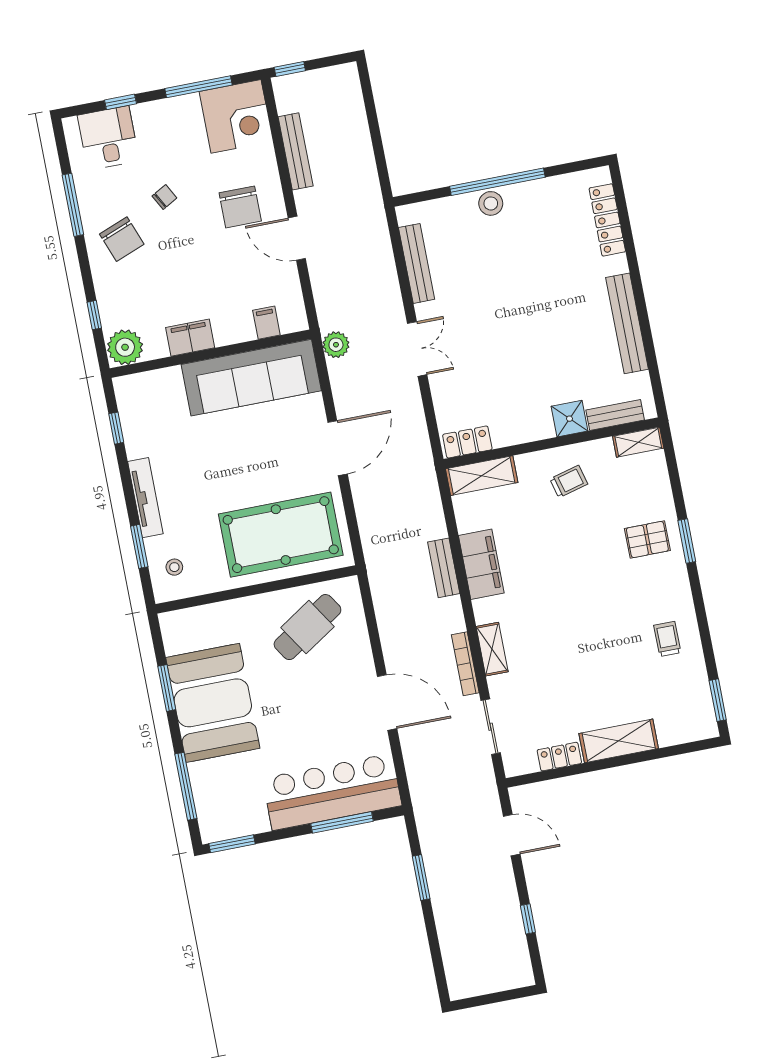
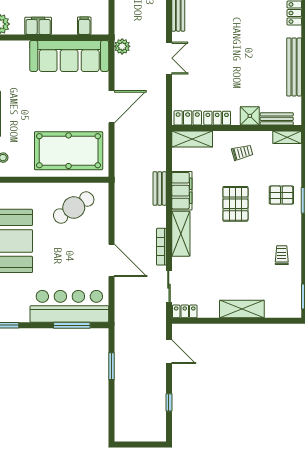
locker: (516, 433) -> (217, 118), added
pallet: (574, 569) -> (235, 204), added
shelving: (492, 649) -> (181, 234), width x1.50, depth x1.33
locker: (559, 757) -> (185, 311), moved

